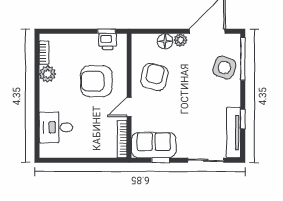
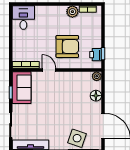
plant: (180, 40) -> (97, 76), moved
armchair: (154, 77) -> (70, 88), removed
armchair: (96, 81) -> (67, 47), turned 90
desk: (56, 127) -> (23, 18), moved

